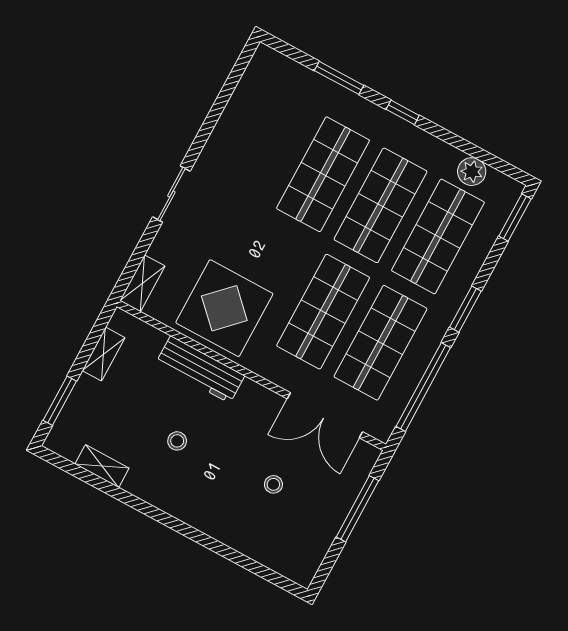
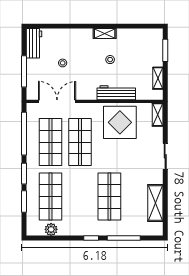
window: (339, 78) -> (124, 238), width x1.44
shelving: (240, 113) -> (155, 203), added
shop shelf: (380, 205) -> (80, 196), removed
window: (515, 217) -> (24, 201), moved
shelving: (102, 466) -> (105, 34), moved
workbench: (308, 553) -> (34, 43), added

